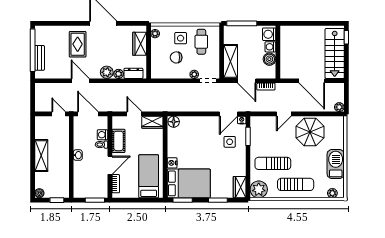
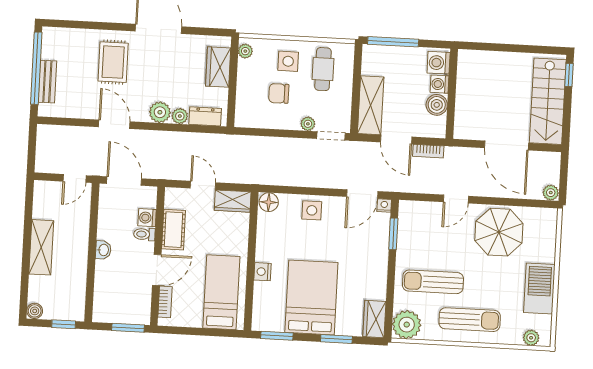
door: (59, 114) -> (75, 178), swing flipped
side table: (230, 142) -> (312, 210), moved
bed: (189, 183) -> (311, 297), moved, turned -90

